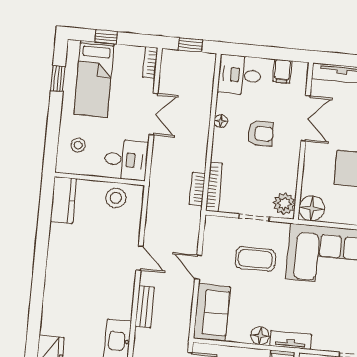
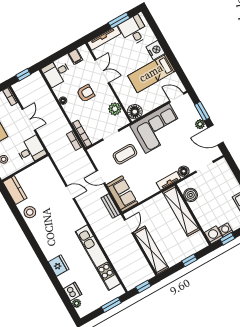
stool: (116, 198) -> (30, 212), moved
plant: (284, 204) -> (115, 109), moved
bench: (145, 307) -> (111, 206), moved
floor lamp: (260, 336) -> (184, 171), moved

